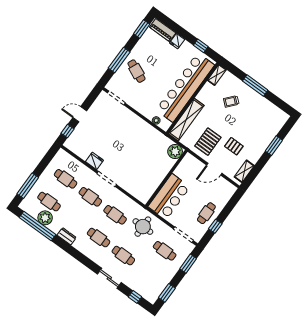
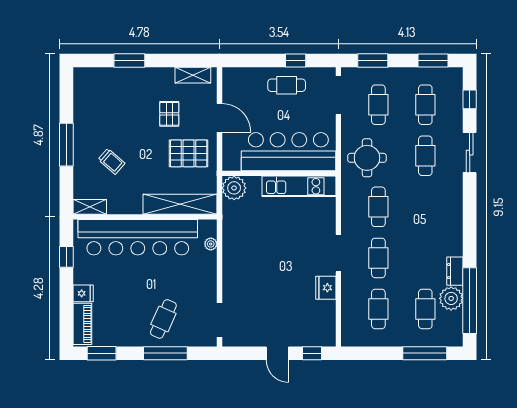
kitchen unit: (153, 184) -> (299, 186), added
bar counter: (169, 197) -> (288, 152), width x1.36
dresser: (67, 236) -> (455, 271), moved
cafe table: (99, 238) -> (425, 105), moved

